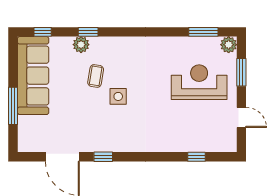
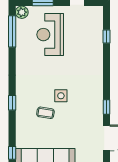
window: (88, 32) -> (12, 103), moved
window: (203, 32) -> (12, 31), width x1.44
plant: (81, 45) -> (22, 124), removed

